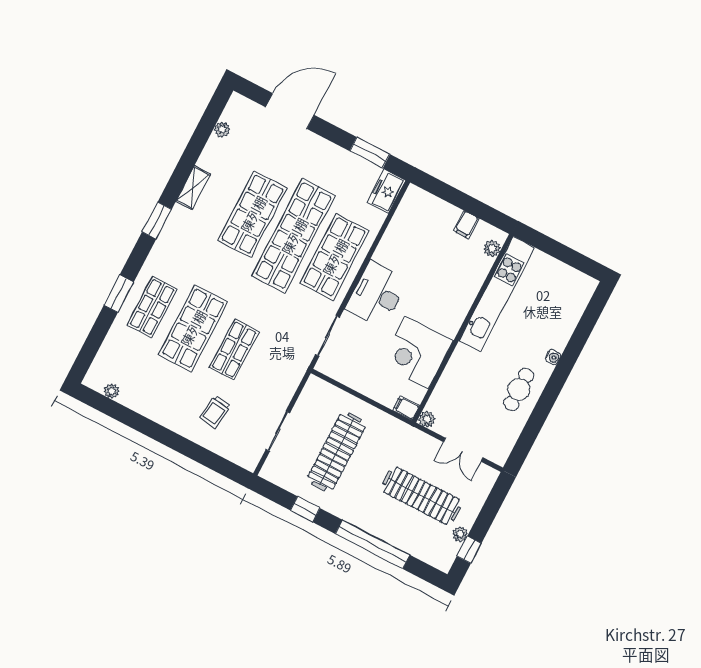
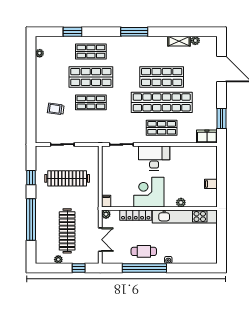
shelving: (193, 188) -> (179, 41), moved
window: (157, 221) -> (134, 32), width x1.44
plant: (492, 248) -> (181, 203), moved
shop shelf: (335, 257) -> (162, 128), width x0.70, depth x0.74
window: (119, 294) -> (72, 32), moved
corner desk: (417, 353) -> (149, 192), moved
locker: (453, 372) -> (136, 215), added
window: (546, 402) -> (144, 268), added
double door: (463, 450) -> (100, 240), swing flipped
window: (469, 550) -> (79, 268), moved

